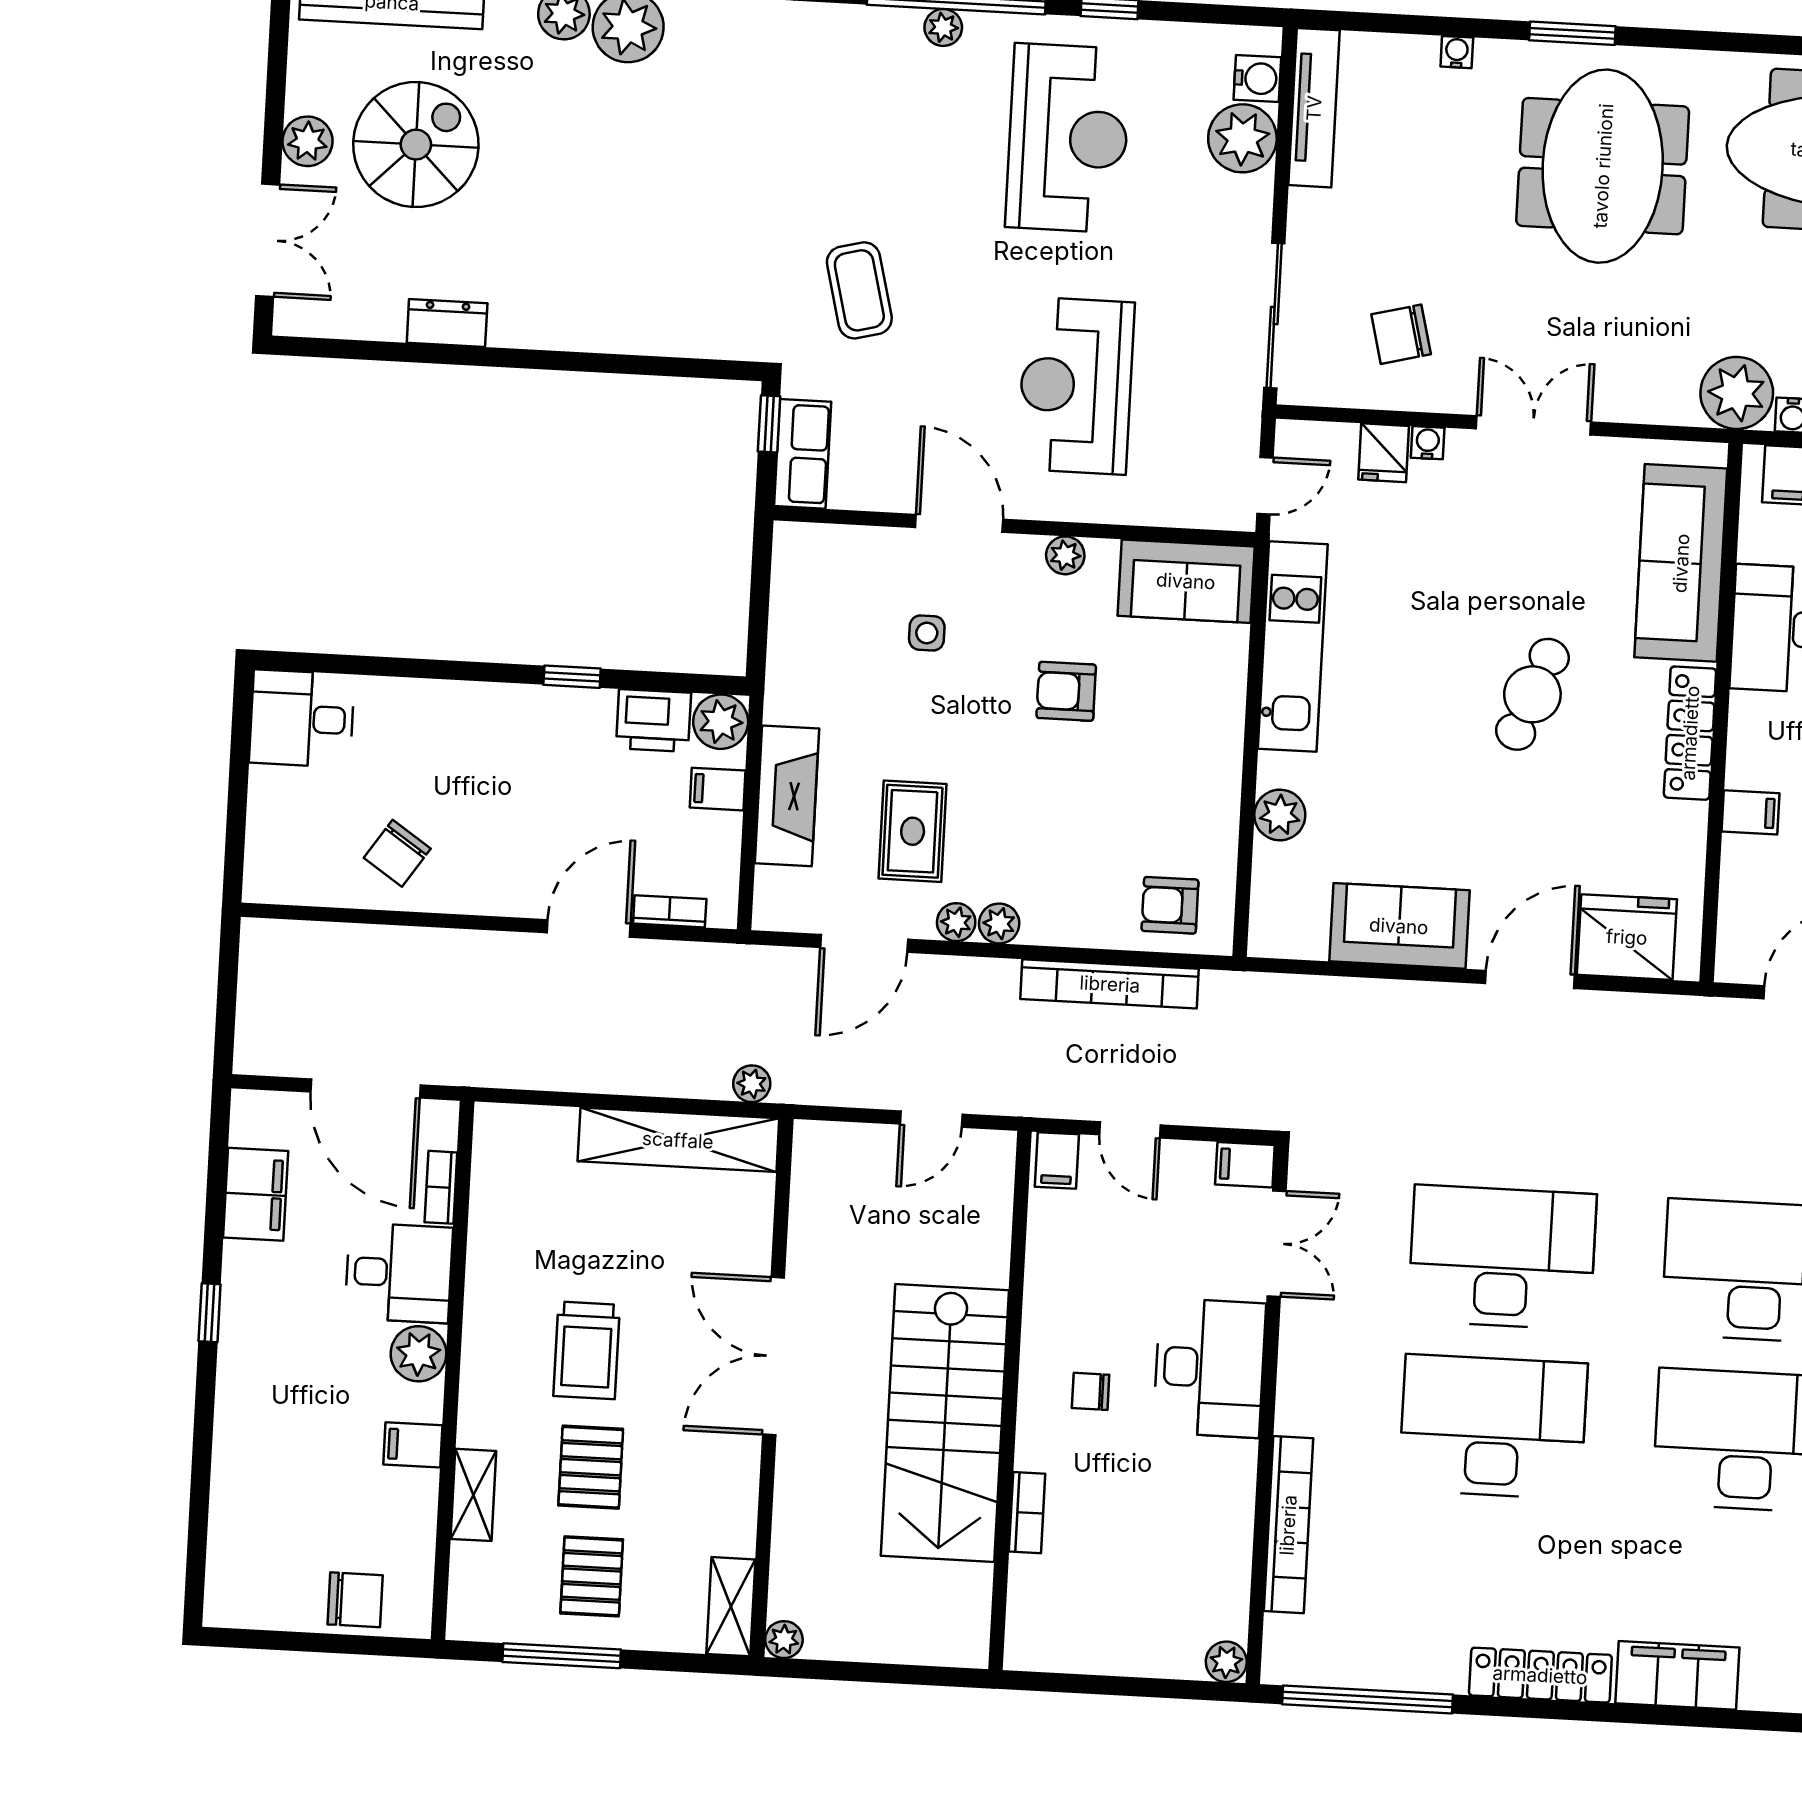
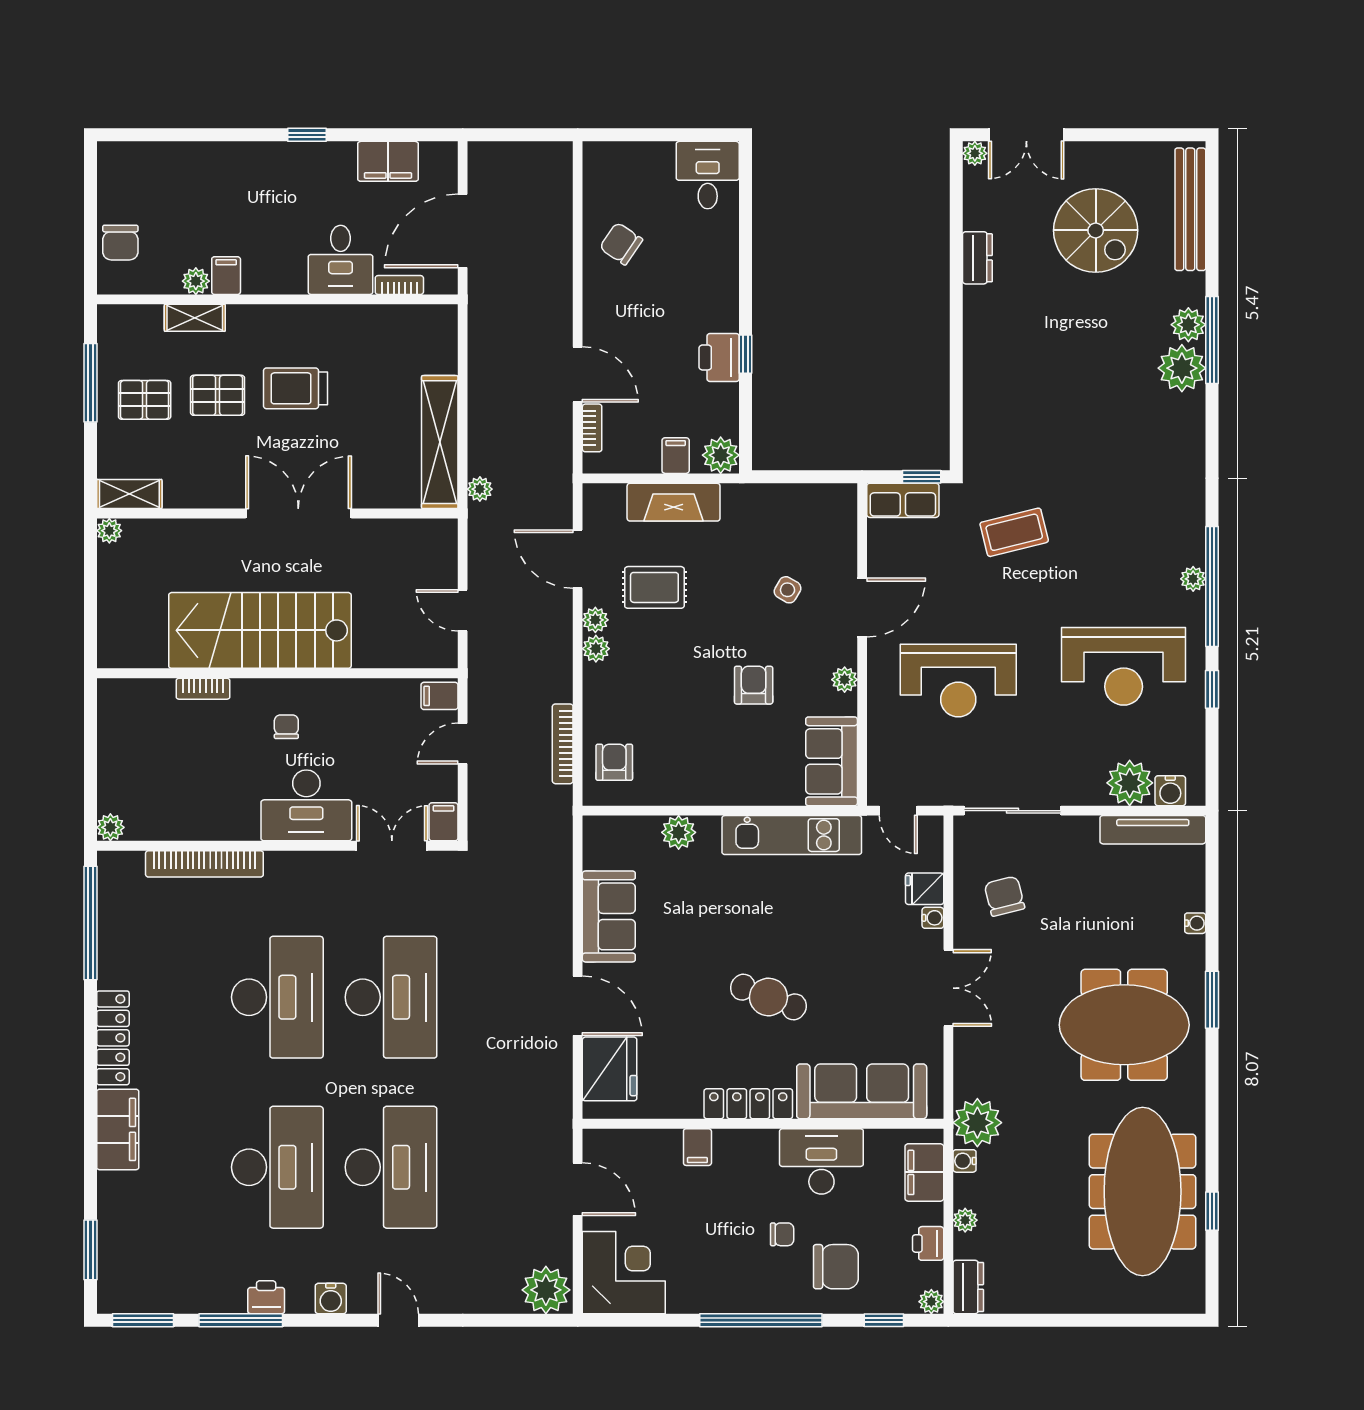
plant: (308, 141) -> (975, 153), moved, width x0.73, depth x0.73
reception desk: (1076, 386) -> (958, 681), turned 180
side table: (927, 633) -> (788, 590), turned 30
printer: (654, 721) -> (719, 357), moved
bookcase: (1110, 984) -> (563, 744), width x0.68, depth x0.76
double door: (1277, 1244) -> (392, 846), swing flipped
plant: (418, 1354) -> (196, 281), moved, width x0.73, depth x0.73

